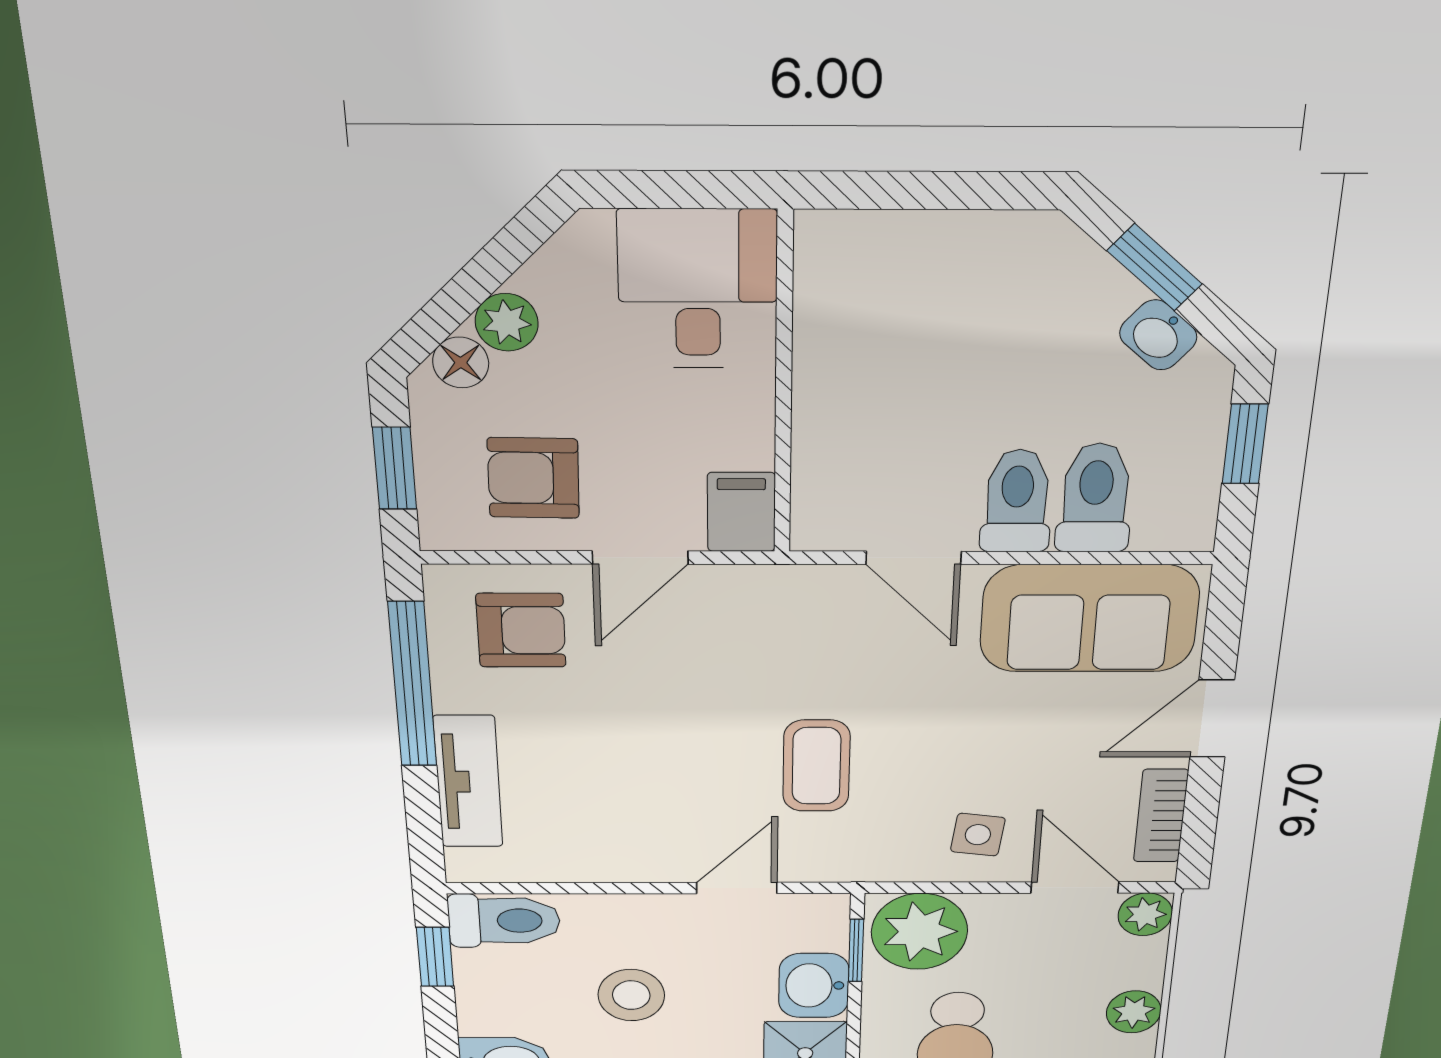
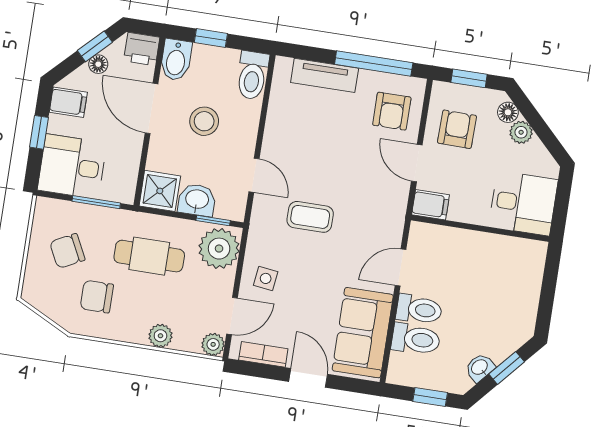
window: (435, 957) -> (211, 38), moved

